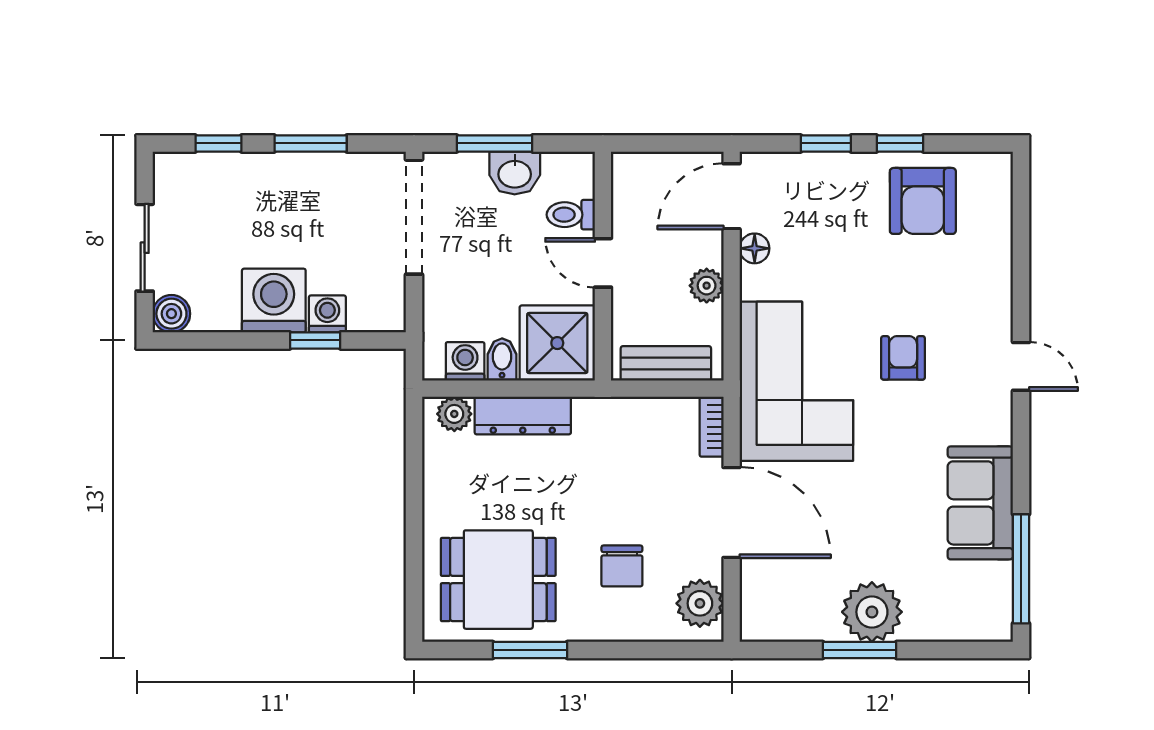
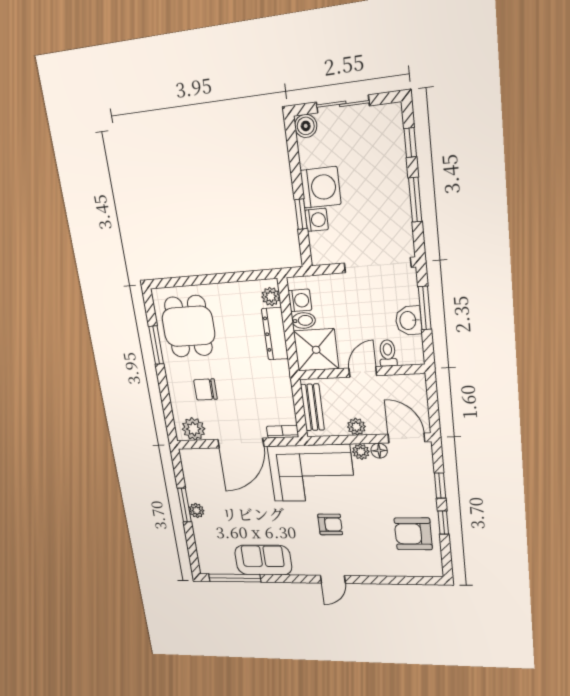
plant: (756, 283) -> (361, 452), added
plant: (872, 612) -> (197, 511), width x0.53, depth x0.53

